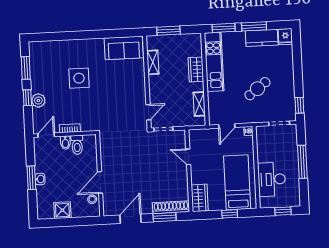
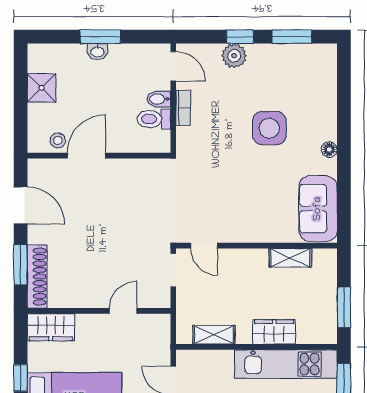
window: (168, 31) -> (344, 307), moved
floor lamp: (89, 43) -> (329, 150), added
door: (100, 182) -> (86, 156), hinge flipped

